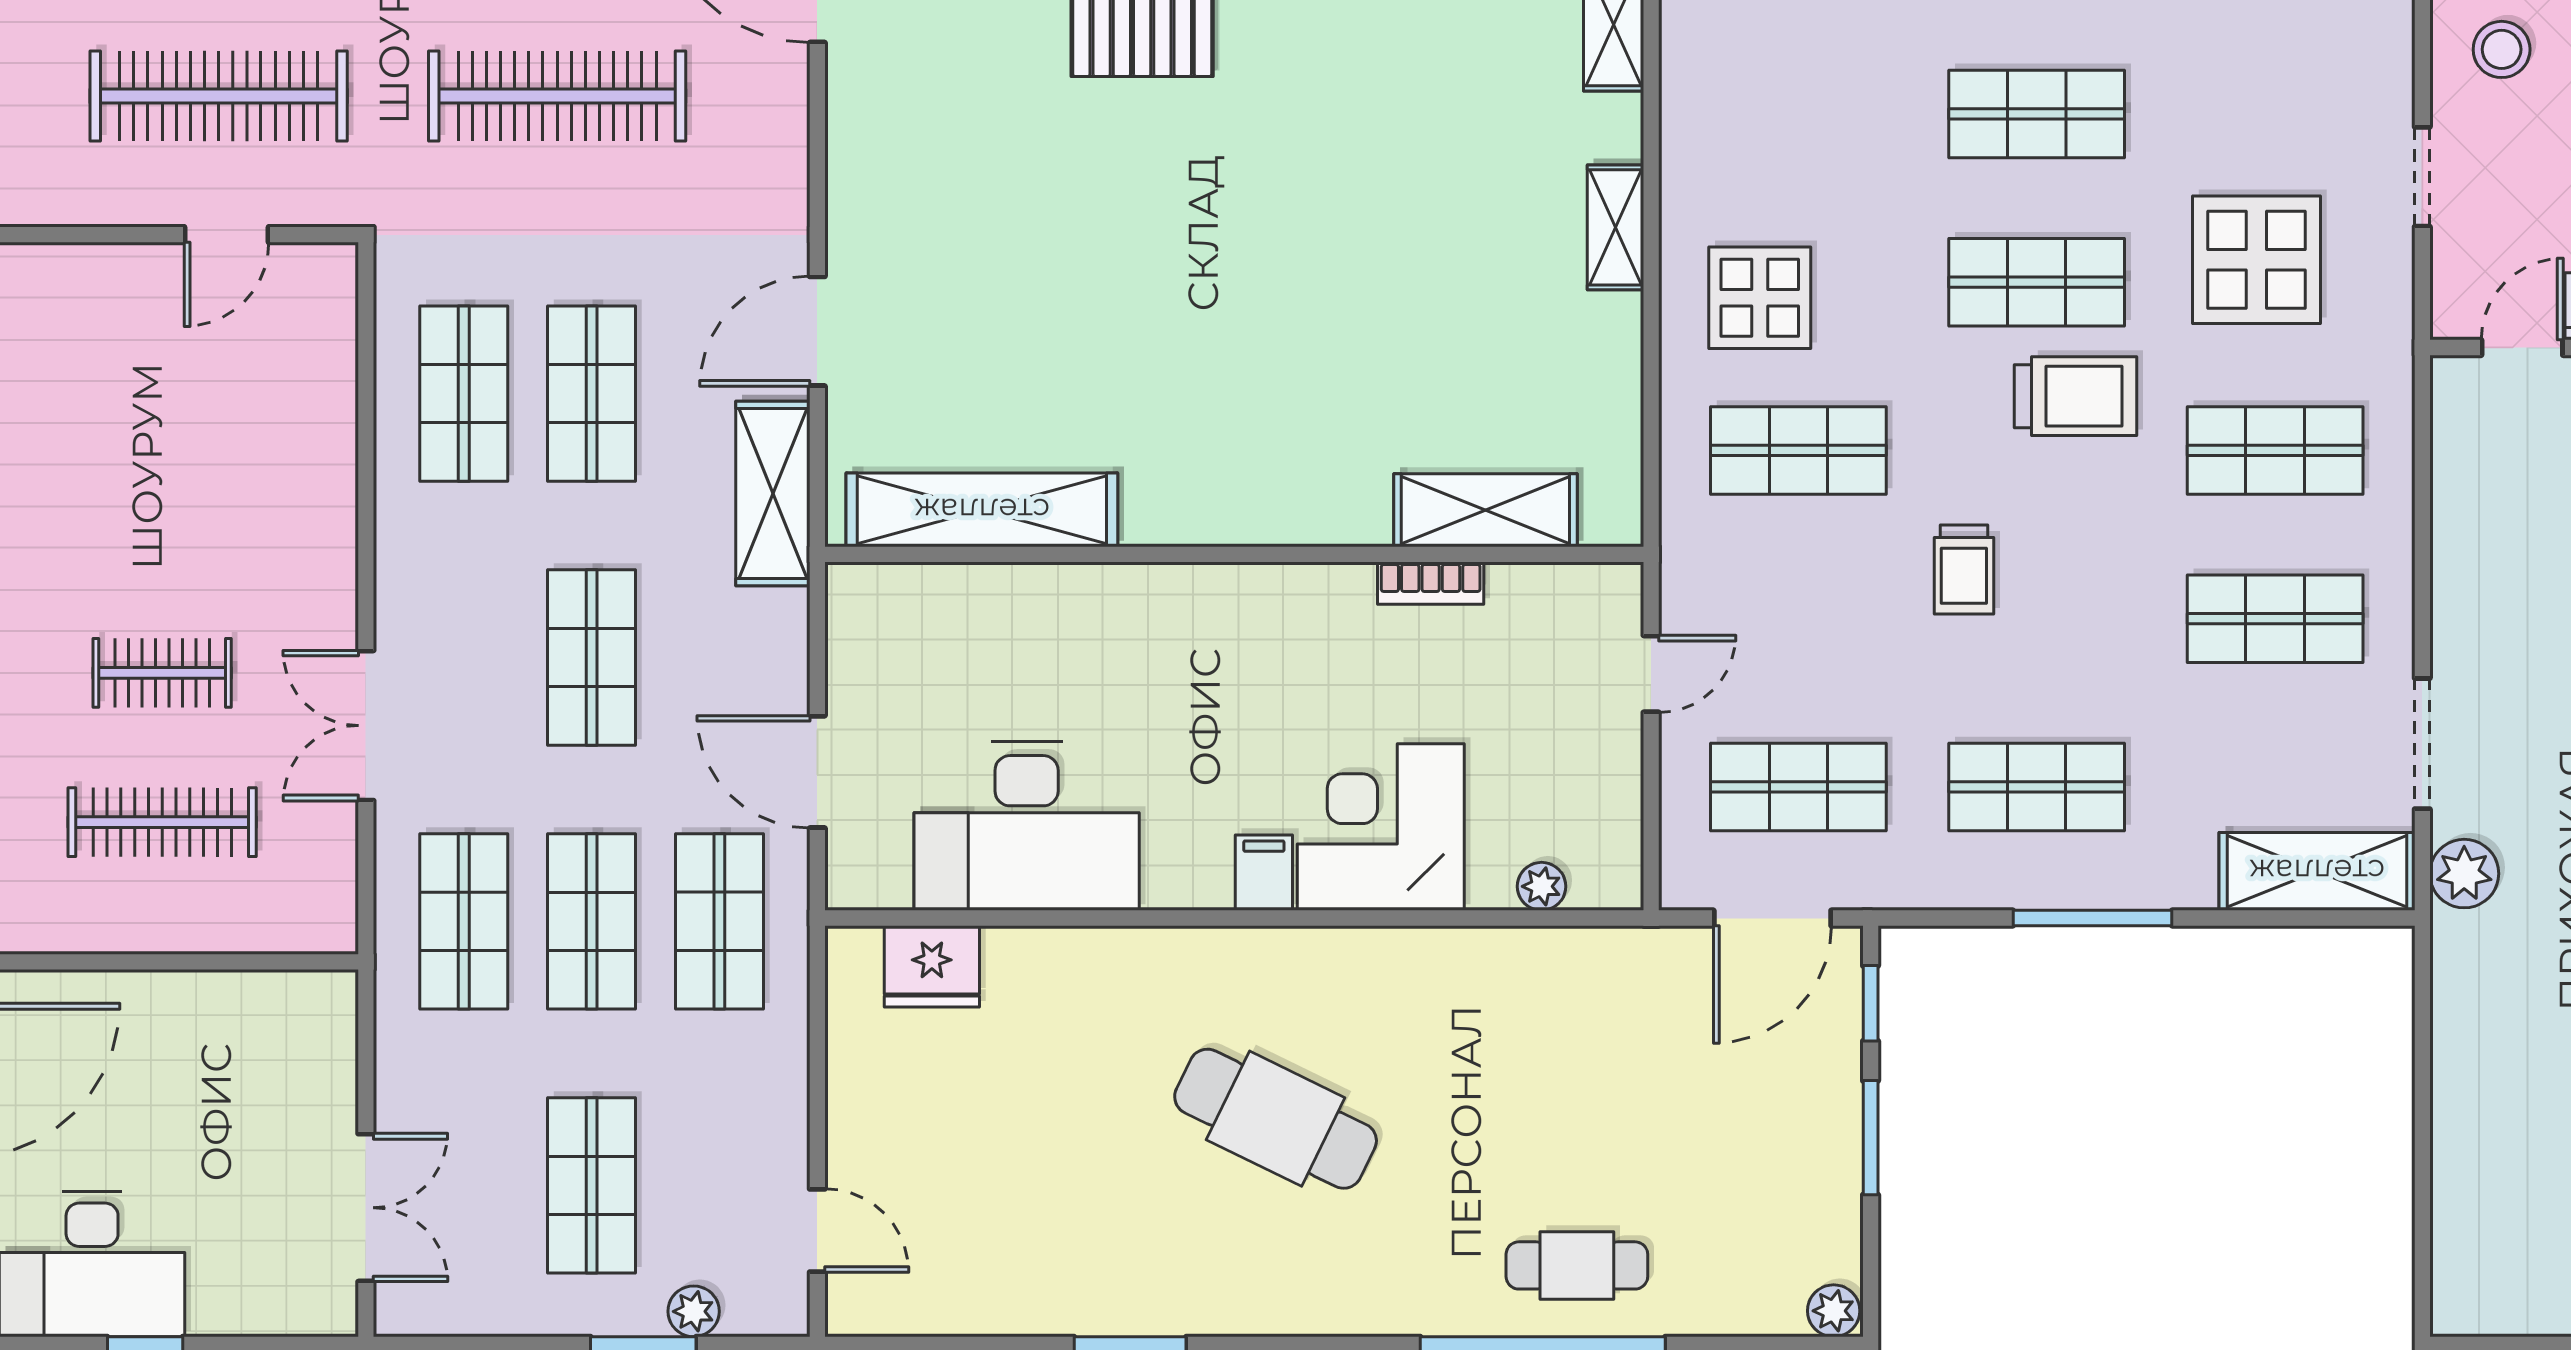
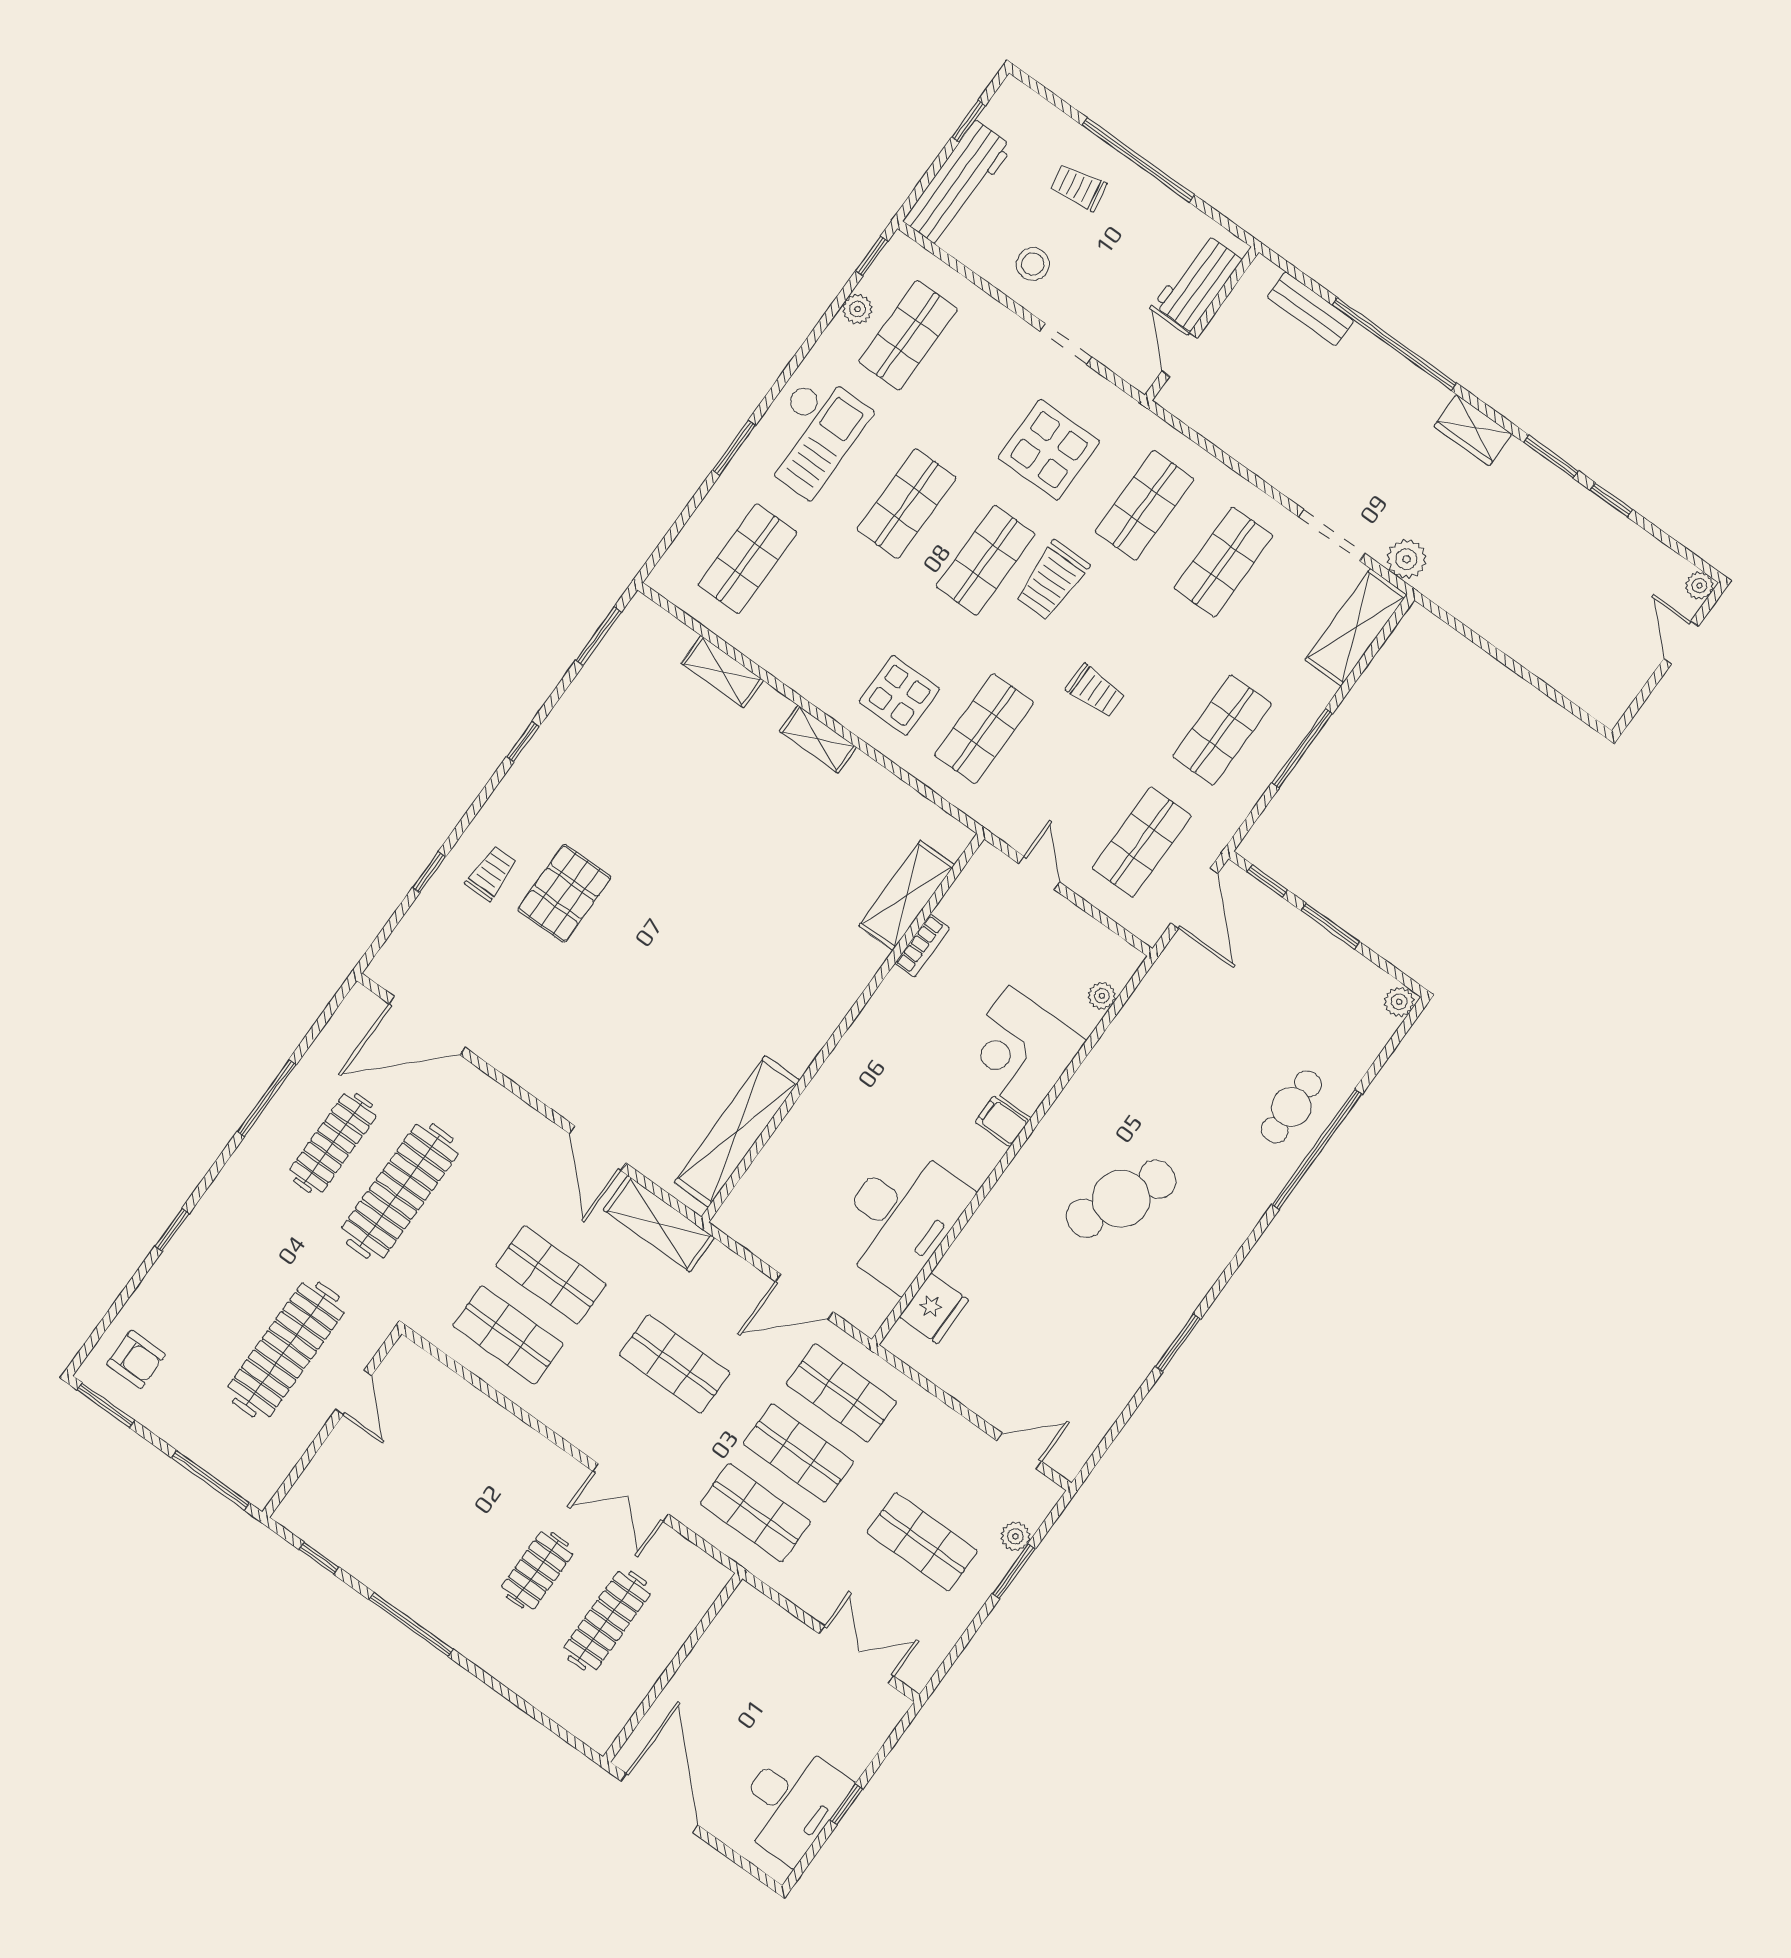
trolley: (2075, 396) -> (1052, 581), turned 180

